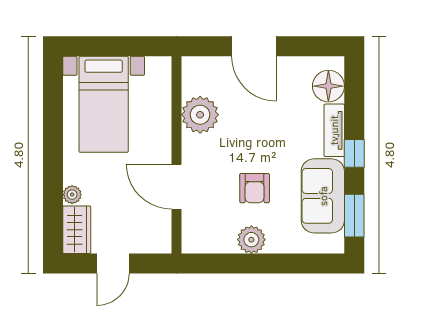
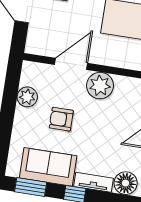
plant: (200, 115) -> (100, 86), moved
plant: (251, 240) -> (27, 97), moved

